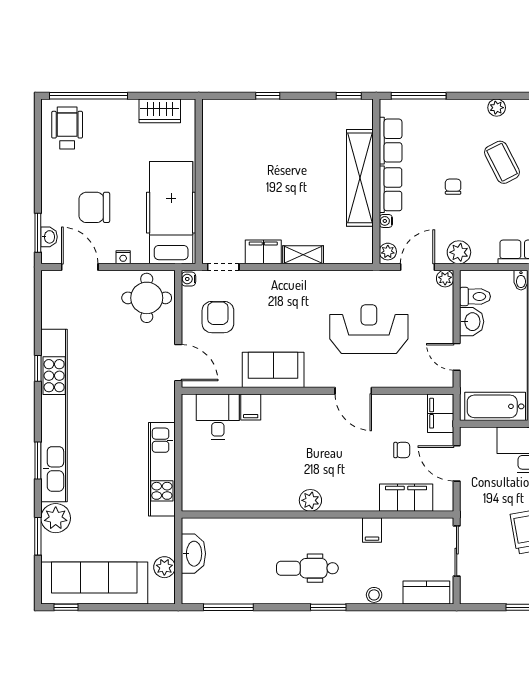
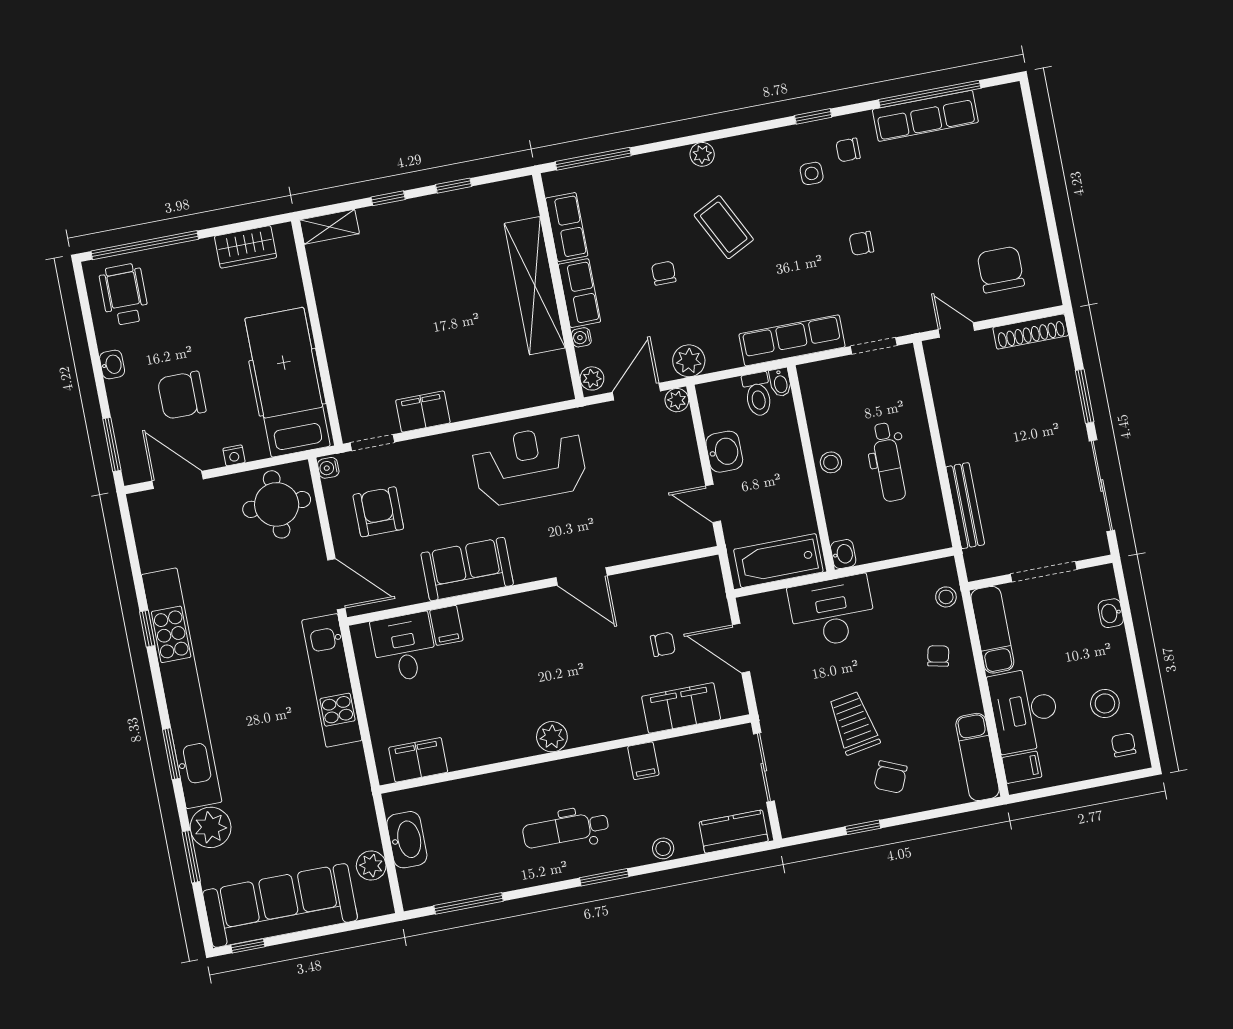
window: (349, 96) -> (454, 186), moved
washbasin: (49, 237) -> (112, 365), moved
shelving: (303, 255) -> (329, 227), moved
toilet: (475, 297) -> (758, 394), moved, turned 90
reception desk: (369, 329) -> (529, 465), moved
filing cabinet: (441, 413) -> (418, 760), moved, turned 90
kitchen unit: (162, 469) -> (332, 680), moved

